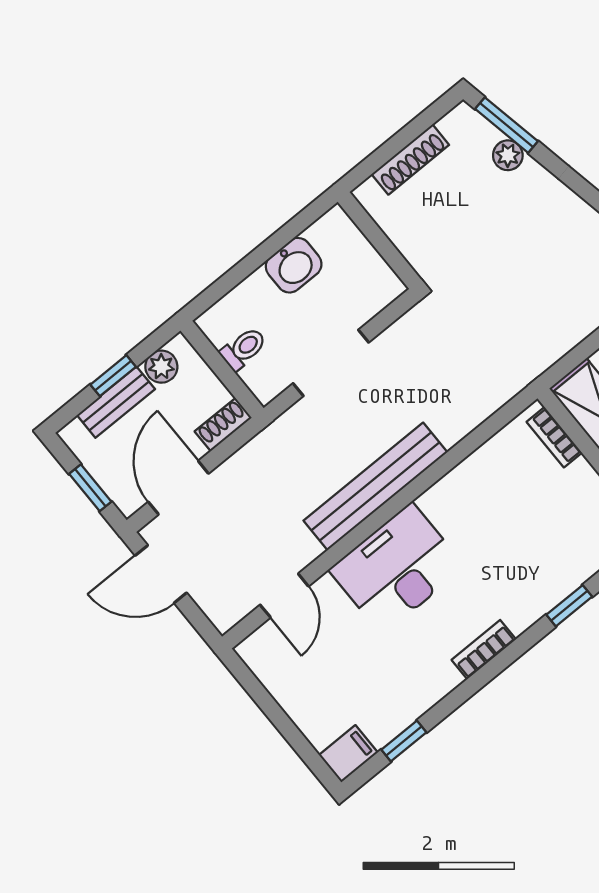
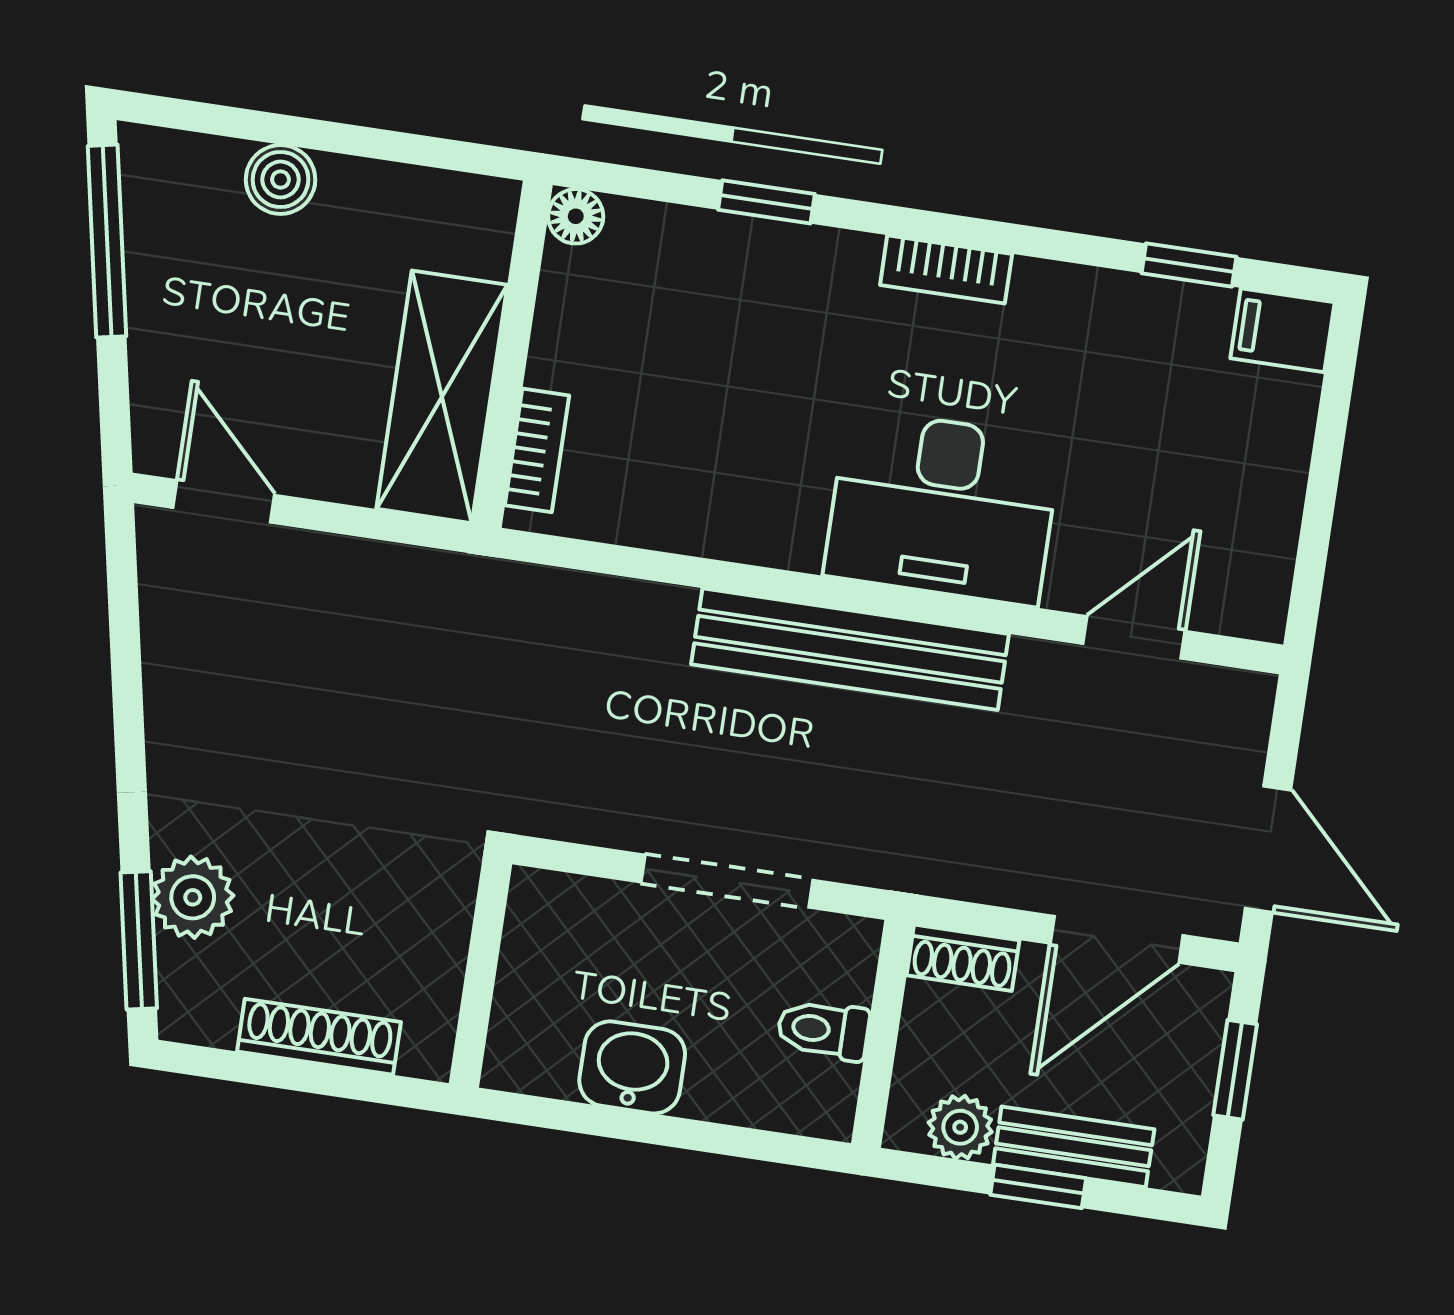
plant: (508, 155) -> (193, 897), width x1.38, depth x1.38

